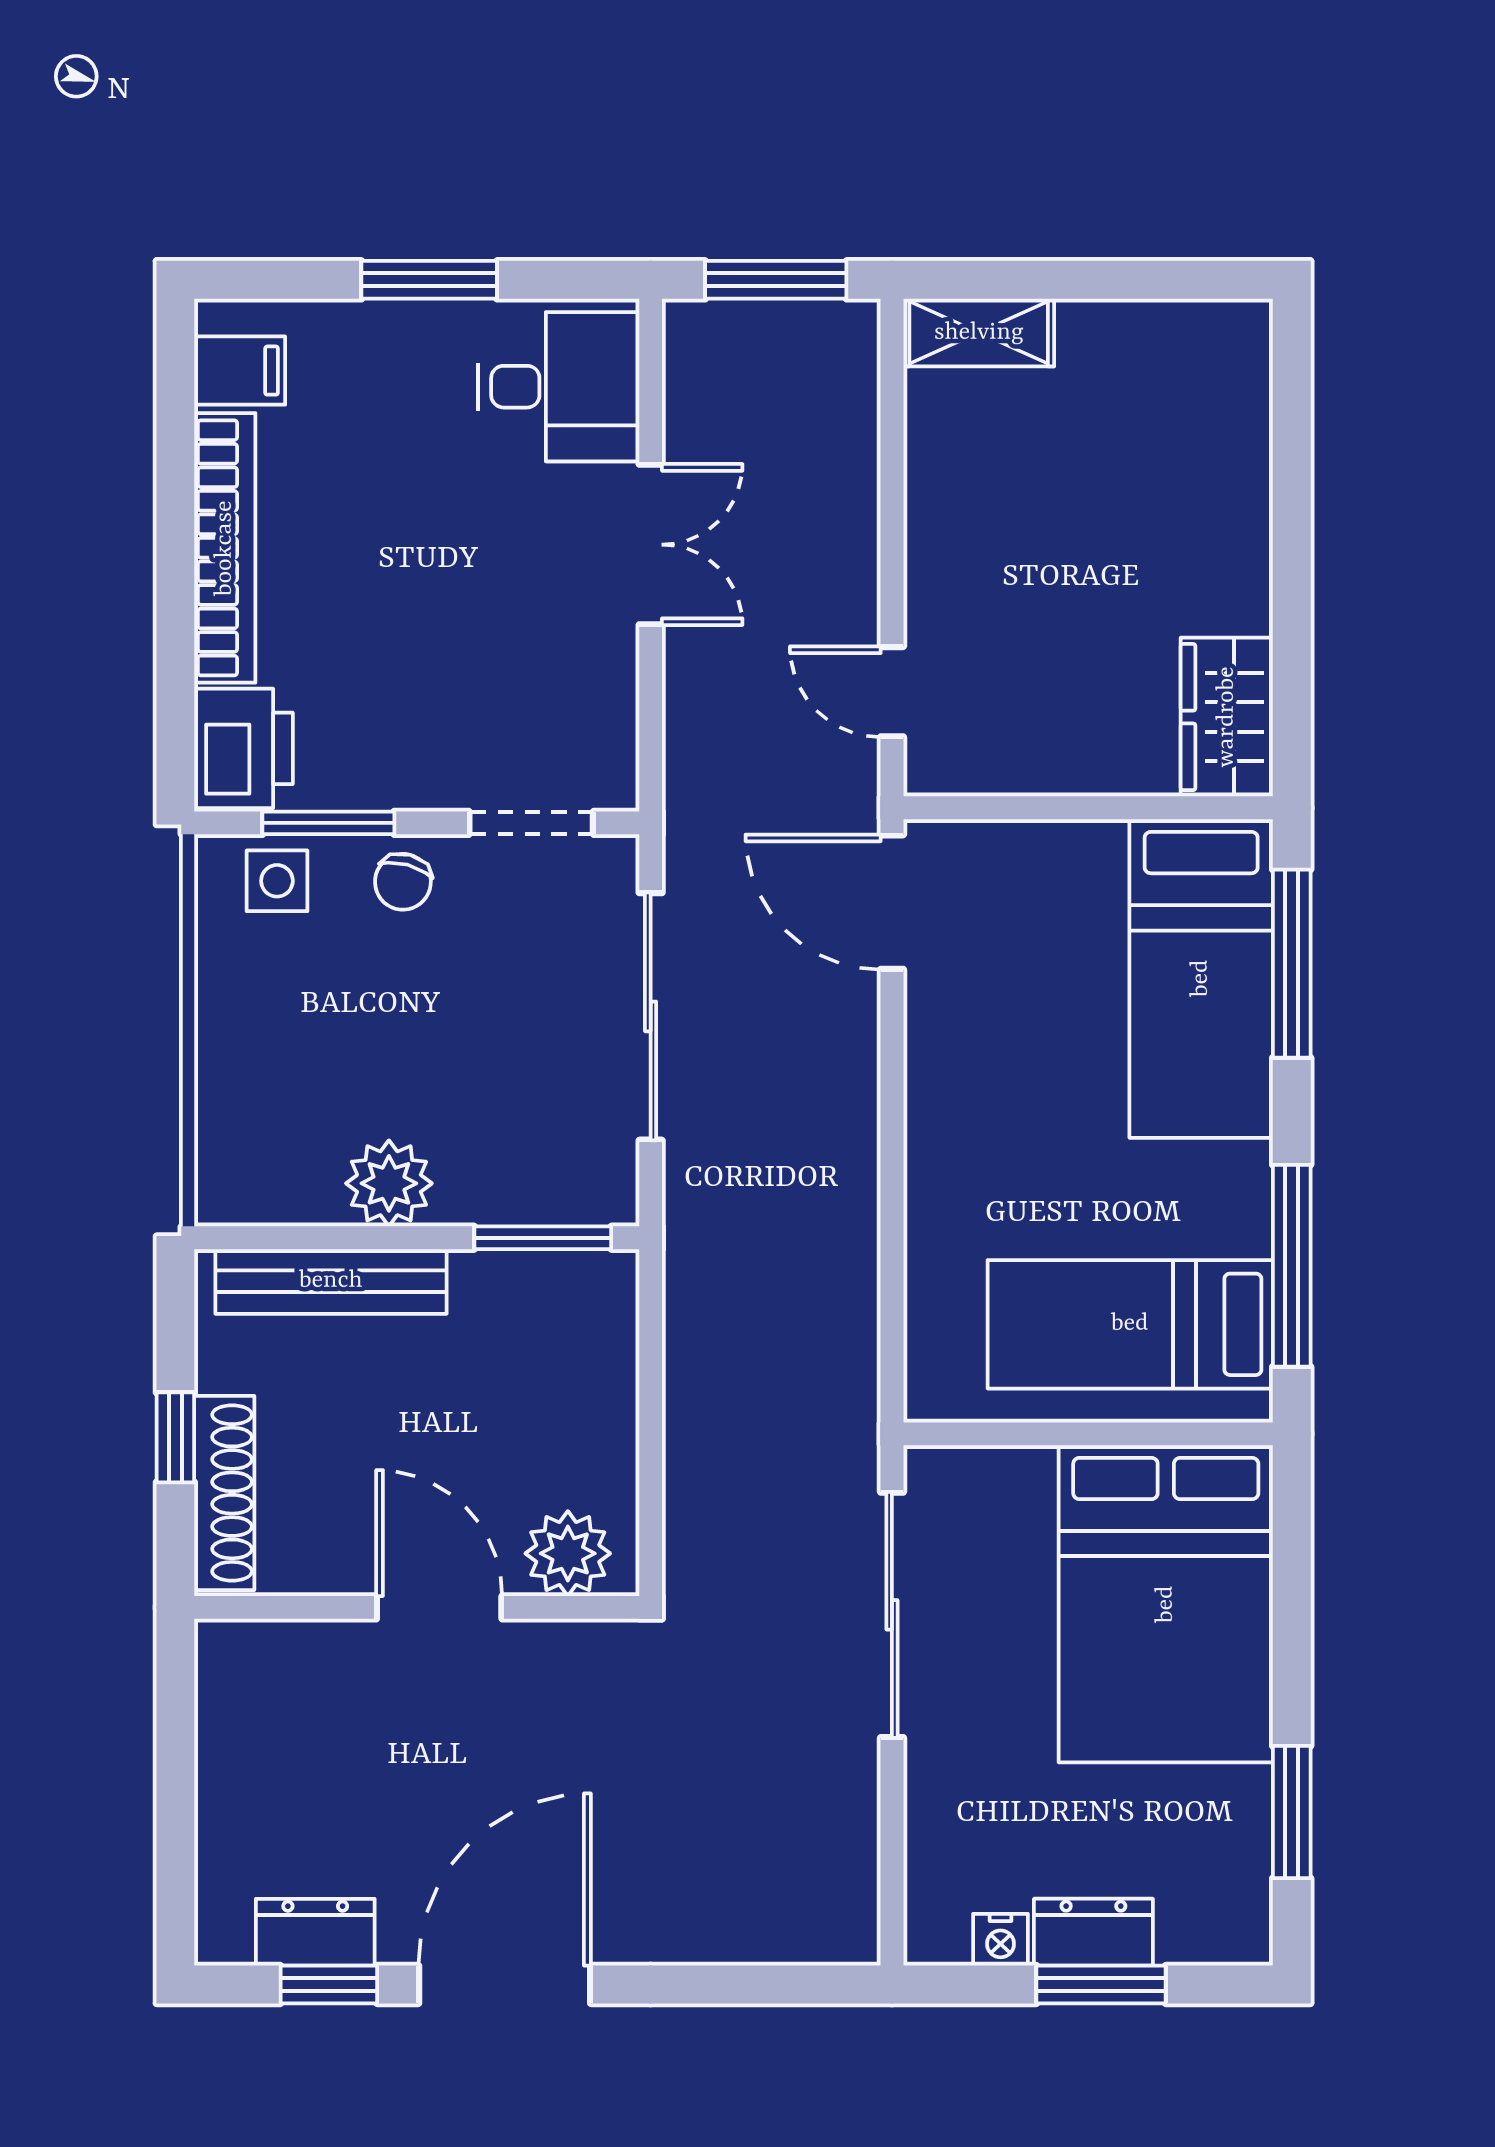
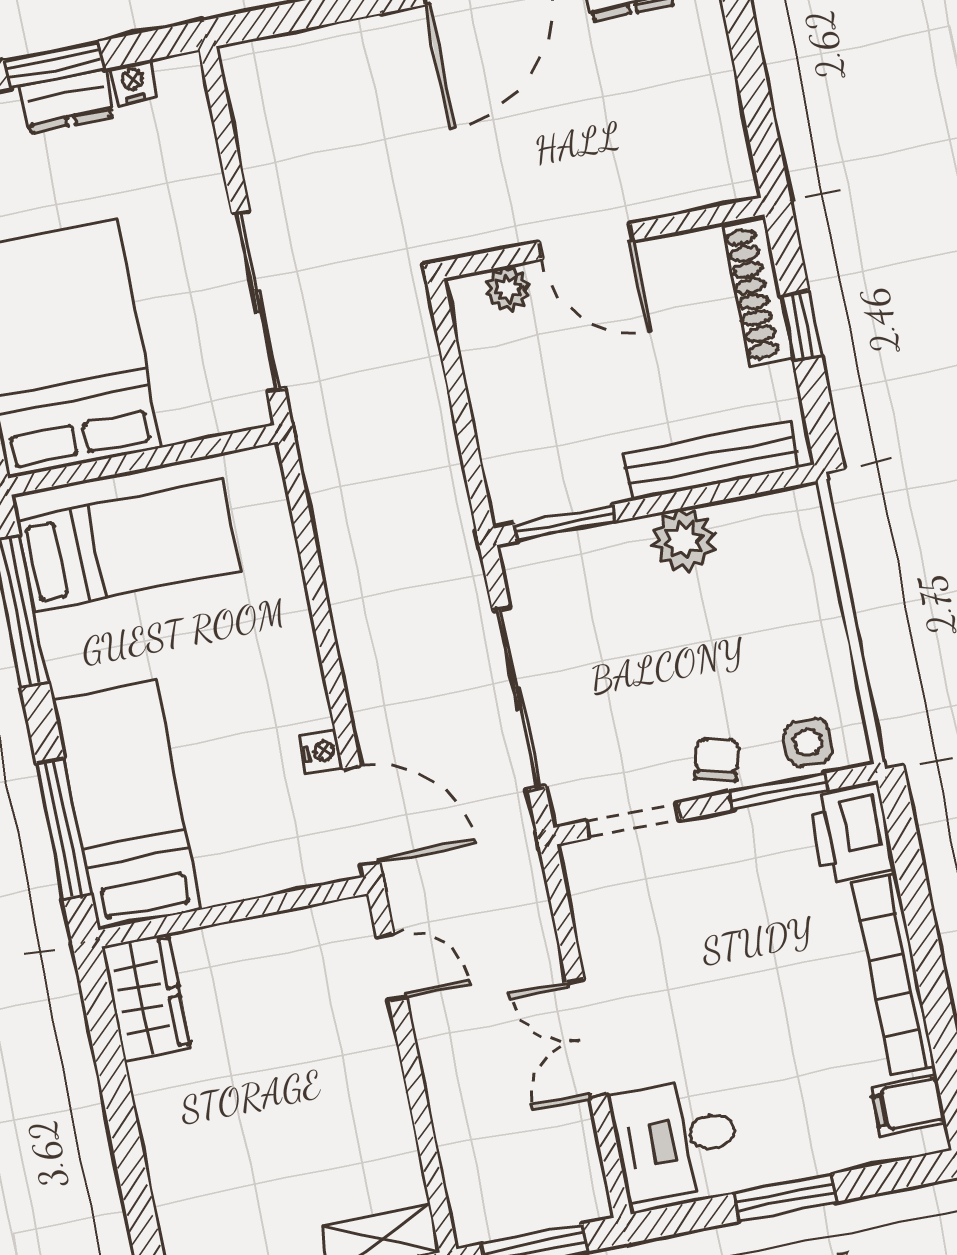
nightstand: (928, 998) -> (321, 752), added
plant: (568, 1553) -> (508, 289), width x0.73, depth x0.73

